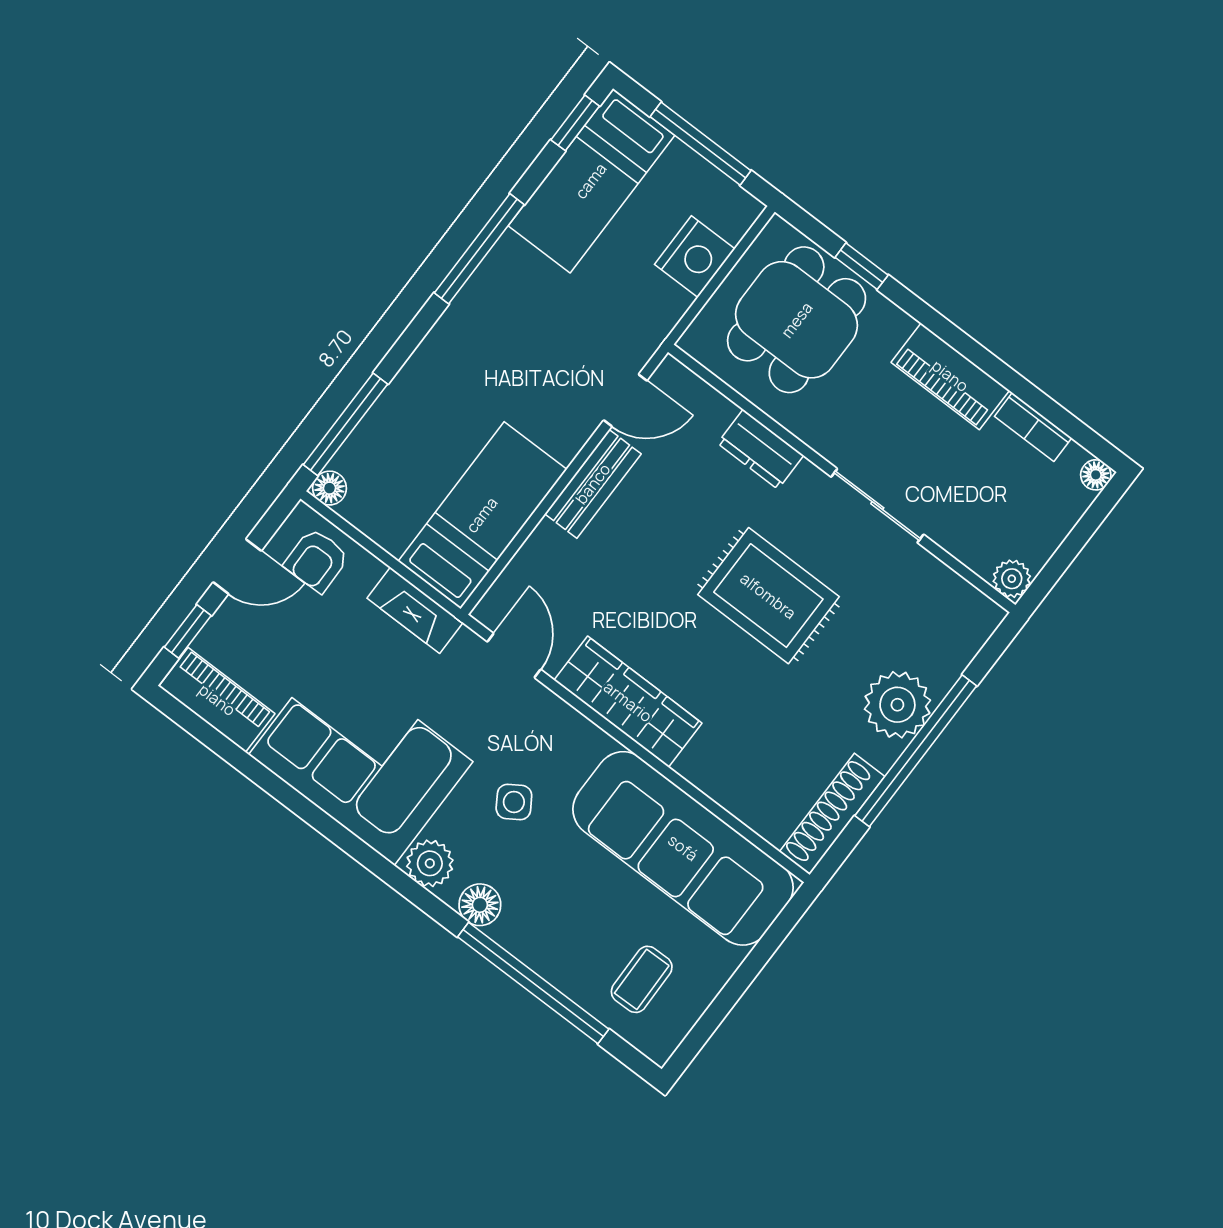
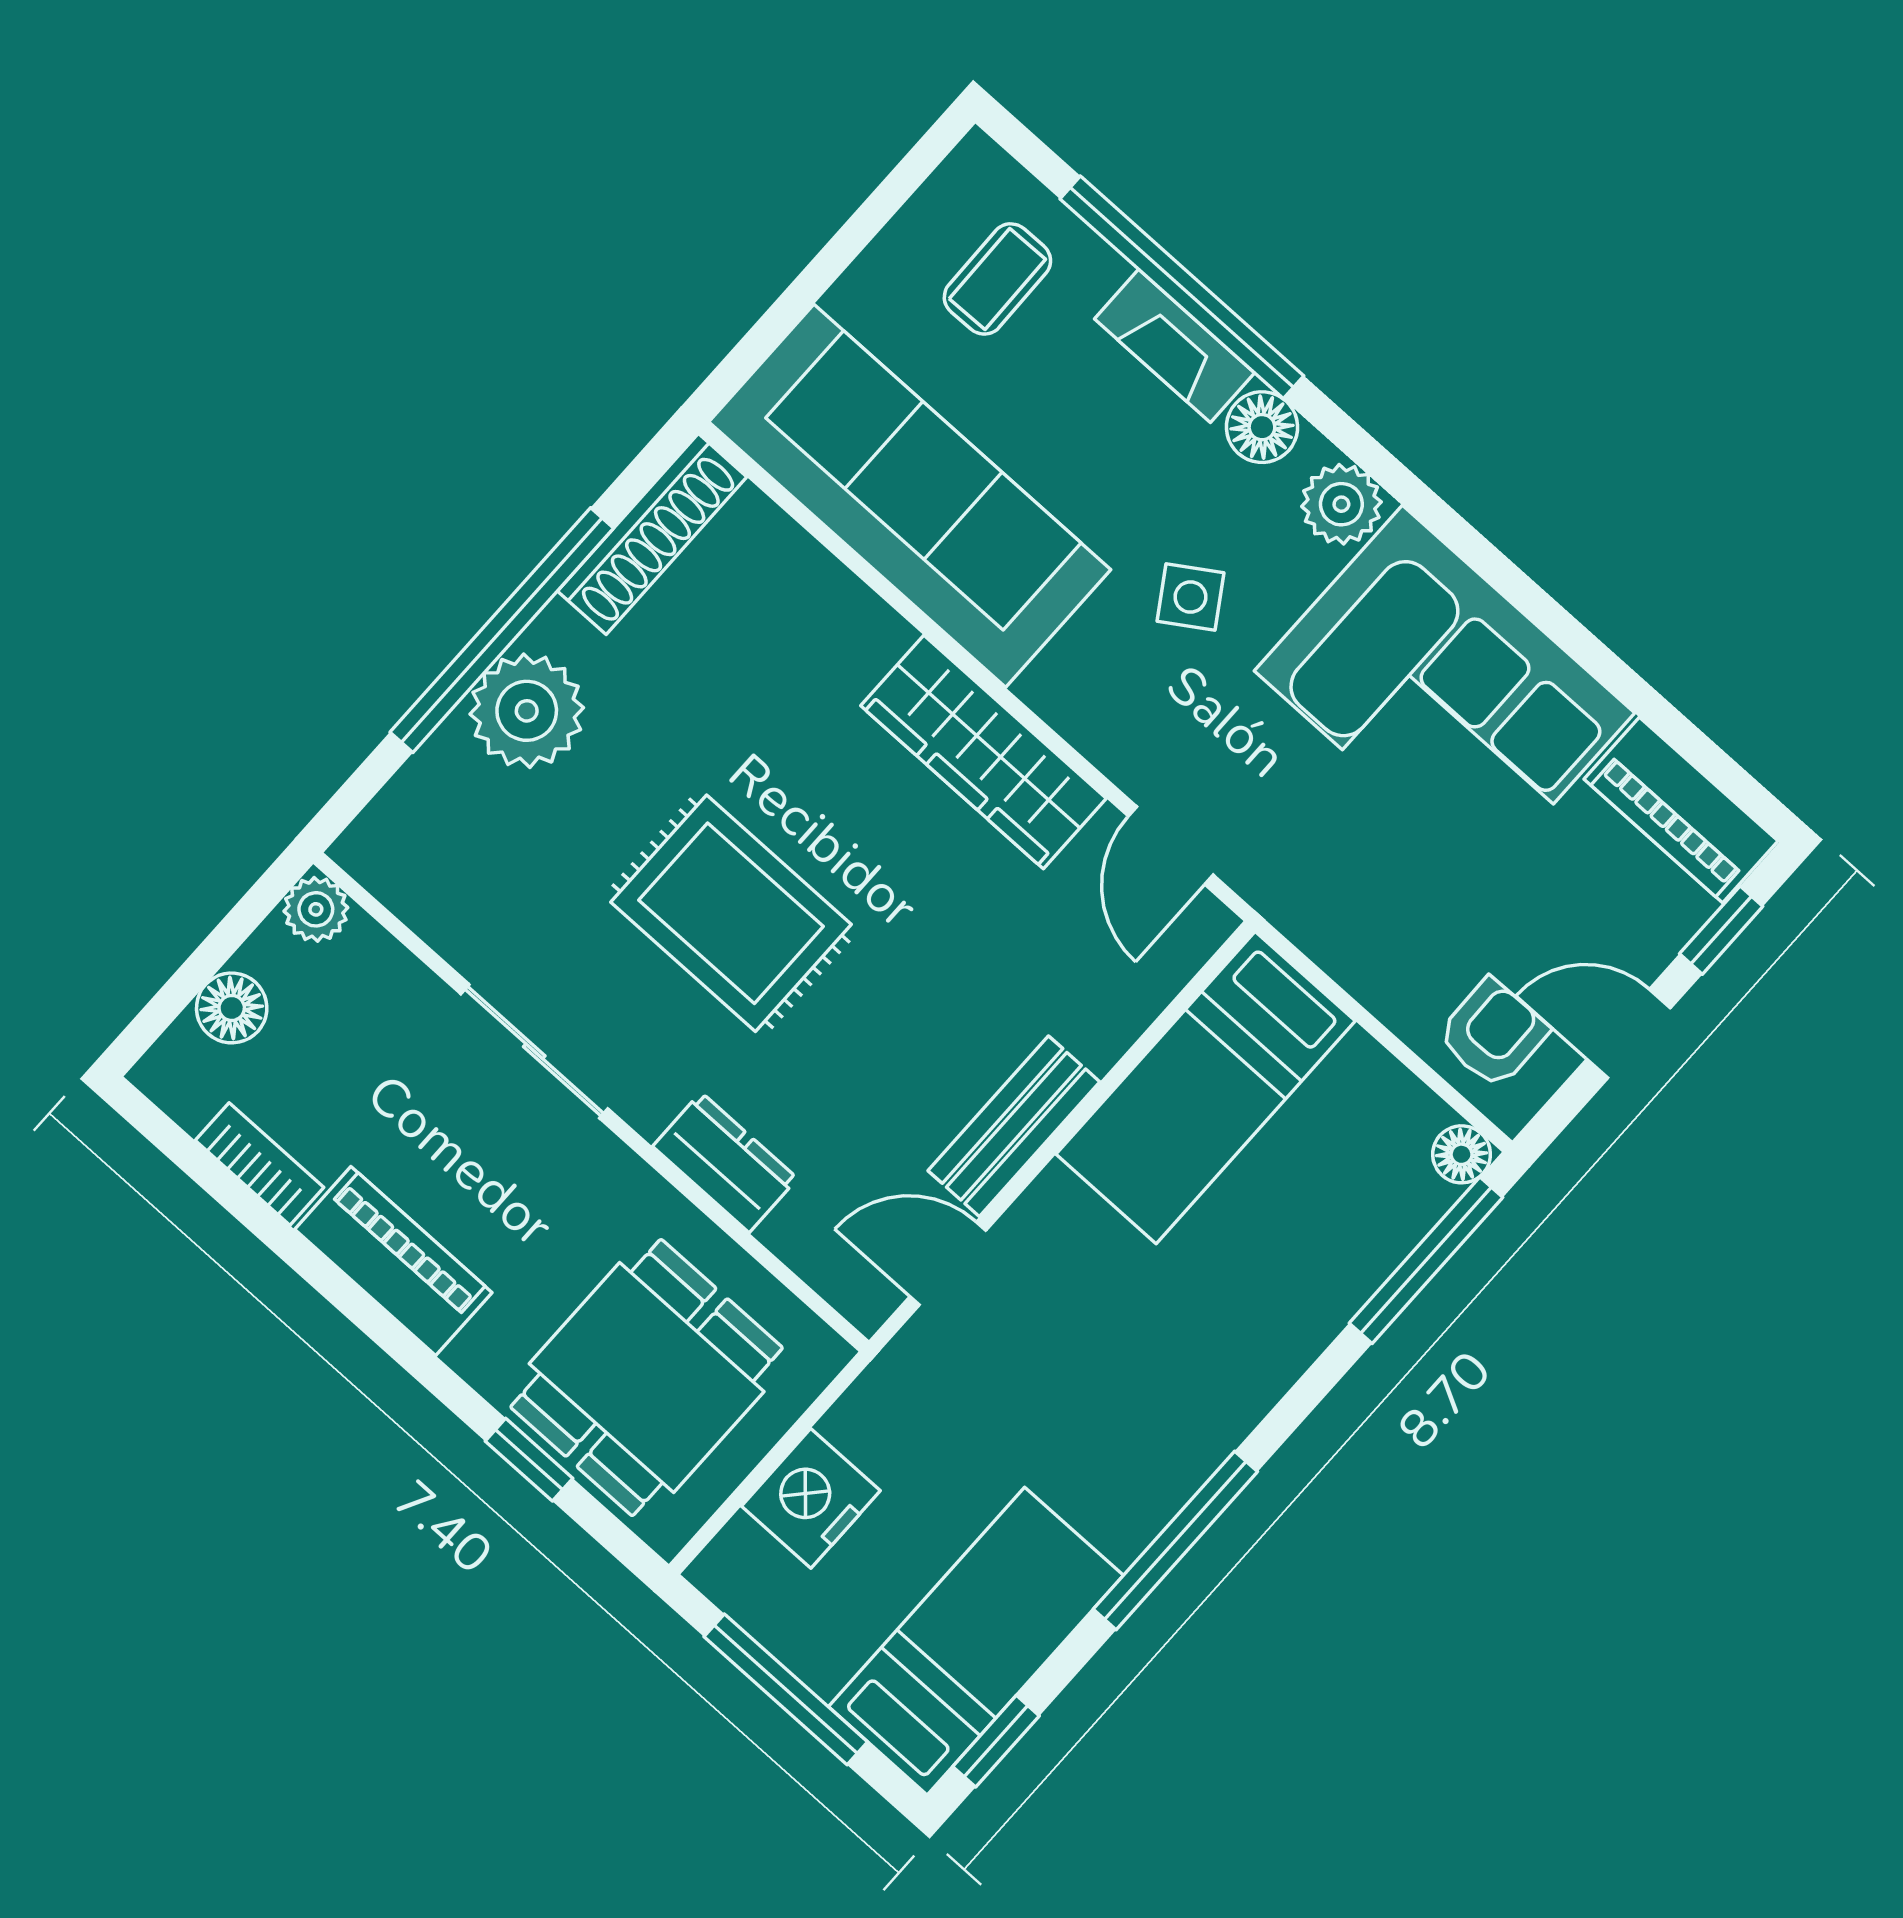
floor lamp: (1096, 475) -> (232, 1008), moved, width x1.37, depth x1.37
fireplace: (415, 610) -> (1174, 346), moved, turned 180

